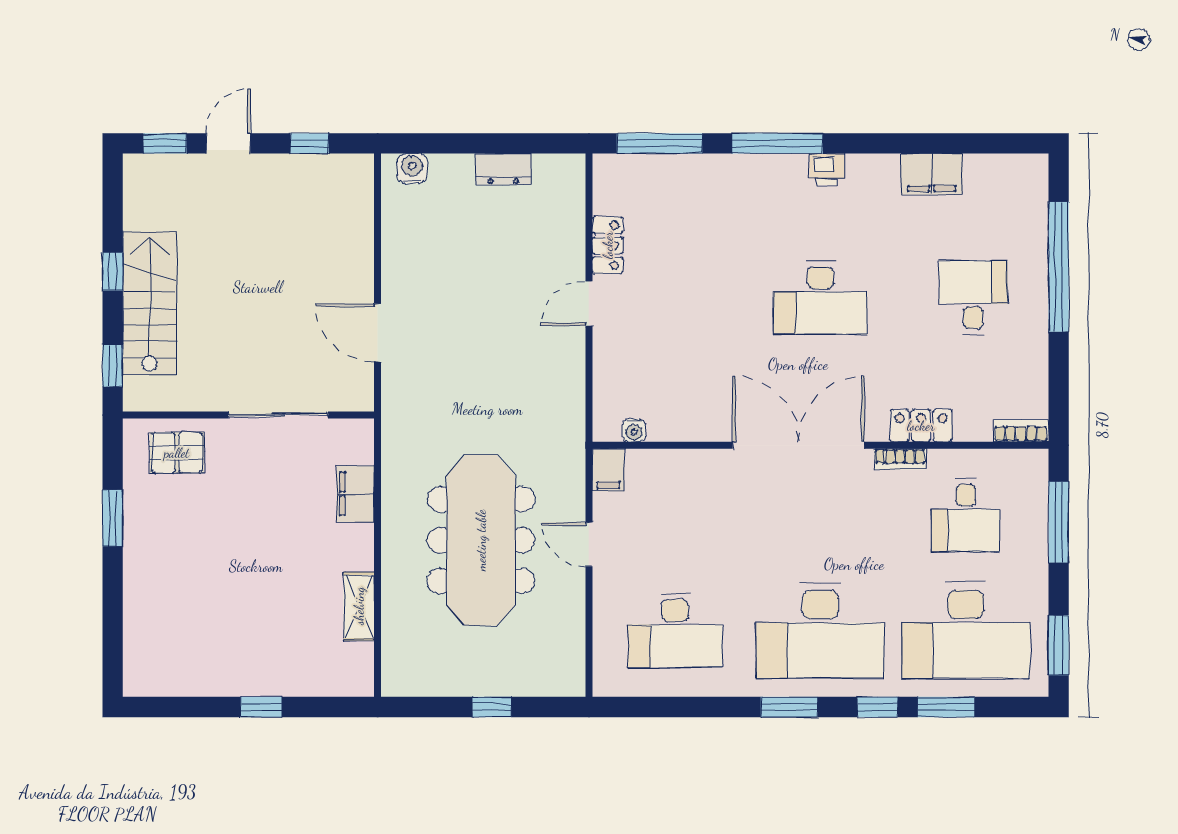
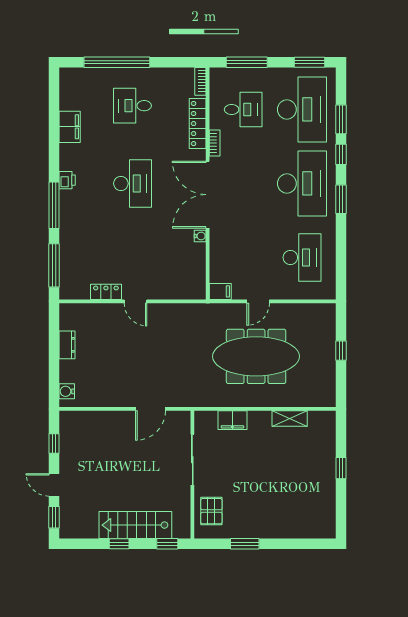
locker: (921, 426) -> (198, 124), width x1.53
water cooler: (634, 430) -> (200, 236), moved

